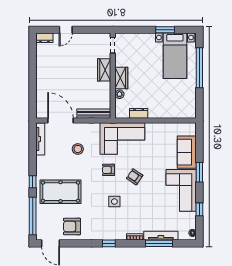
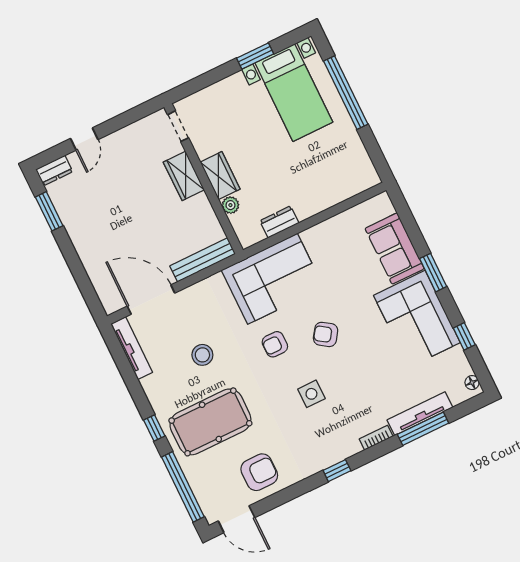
window: (33, 56) -> (49, 211), added
stool: (78, 149) -> (202, 355), moved
armchair: (72, 226) -> (259, 472), turned 180

